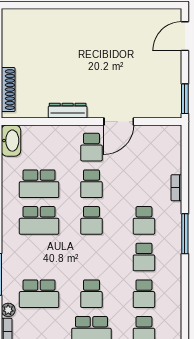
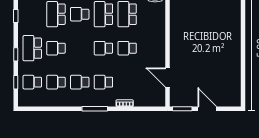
door: (185, 36) -> (207, 109), moved
dresser: (68, 111) -> (175, 33), removed
door: (119, 122) -> (168, 78), moved
school desk: (91, 147) -> (80, 14), moved

